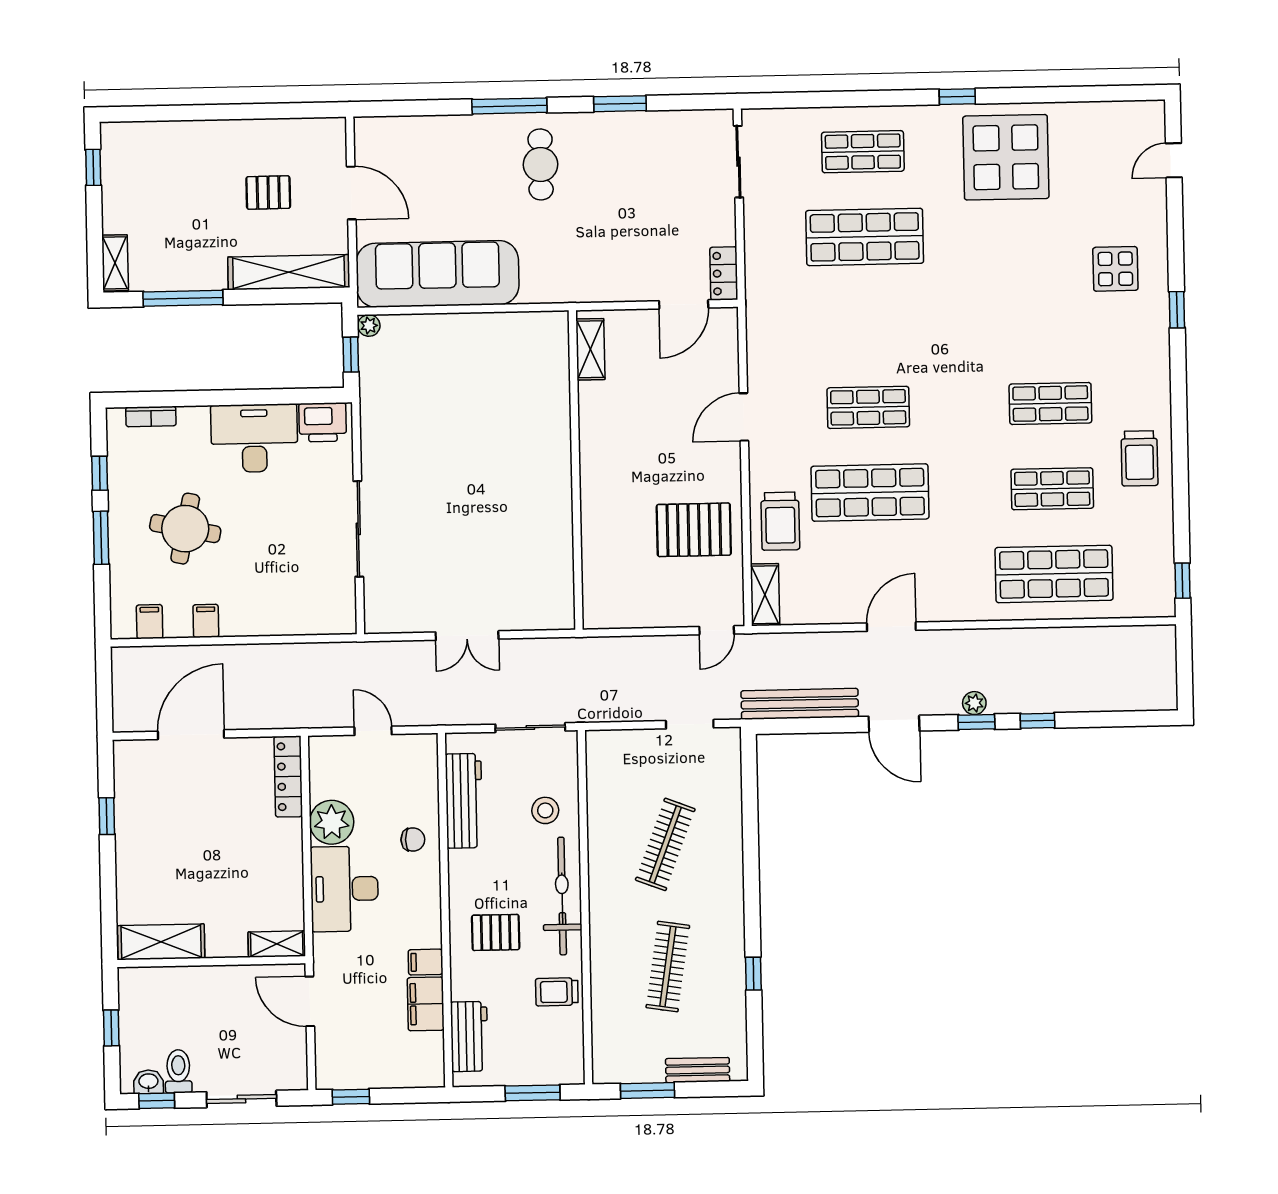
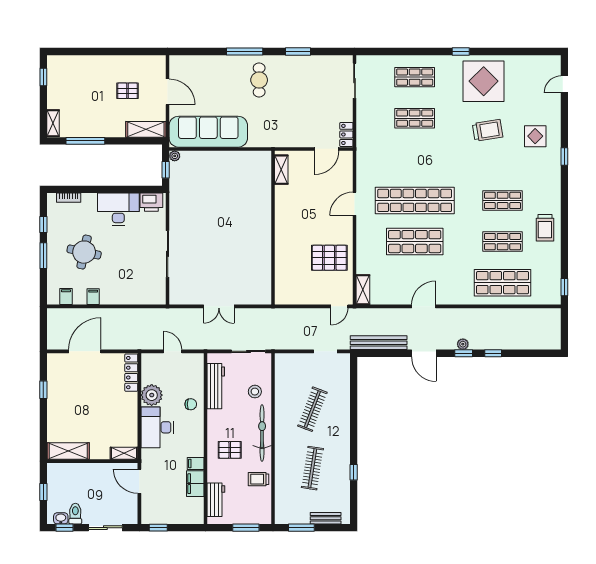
shop shelf: (865, 237) -> (415, 118), width x0.70, depth x0.74
shelving: (289, 272) -> (146, 129), width x0.68
shop shelf: (868, 407) -> (415, 200), width x2.00, depth x1.36
trolley: (780, 521) -> (488, 130), moved, turned -99

